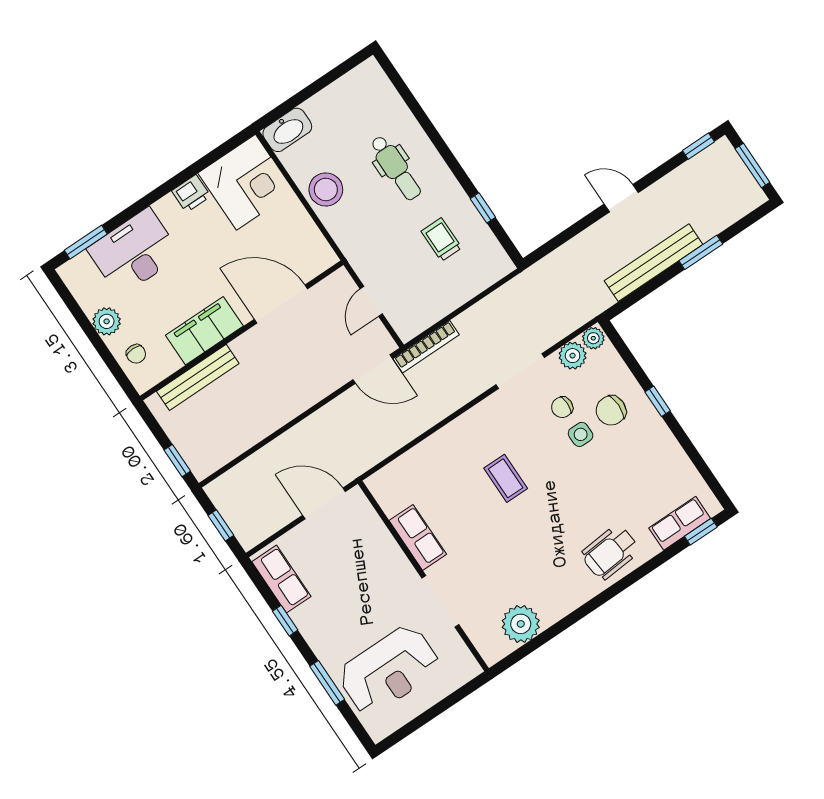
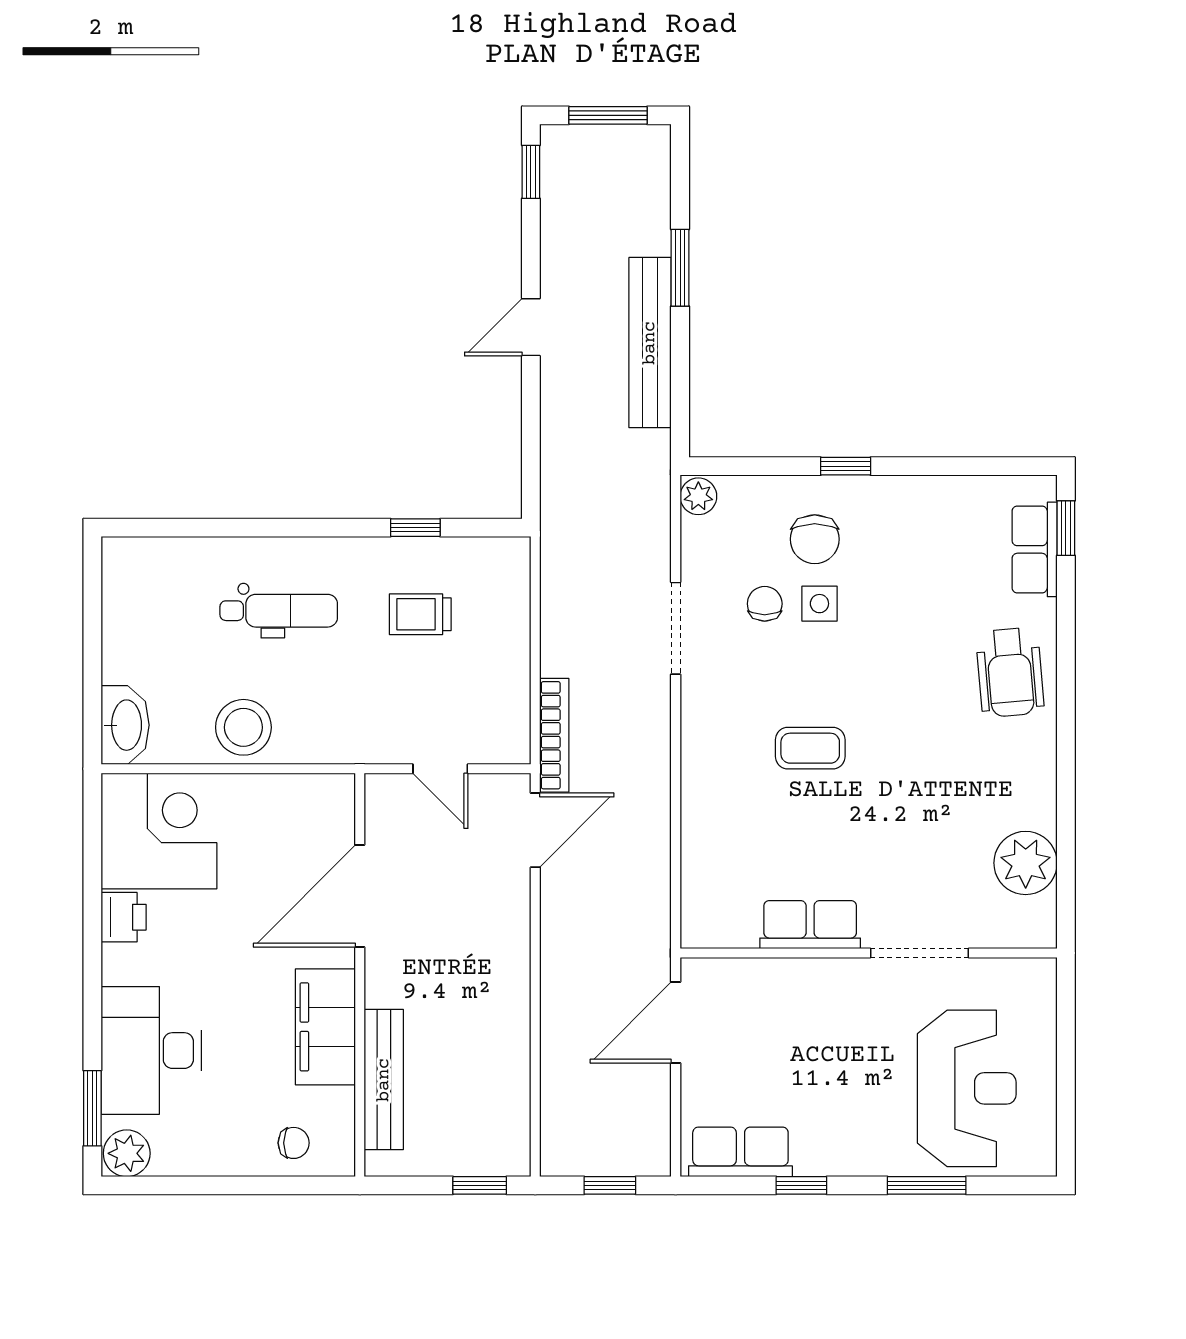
plant: (107, 321) -> (127, 1153), moved
plant: (573, 356) -> (703, 541), removed
chair: (562, 407) -> (765, 604), turned 180

